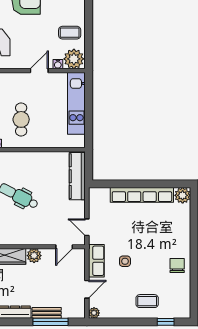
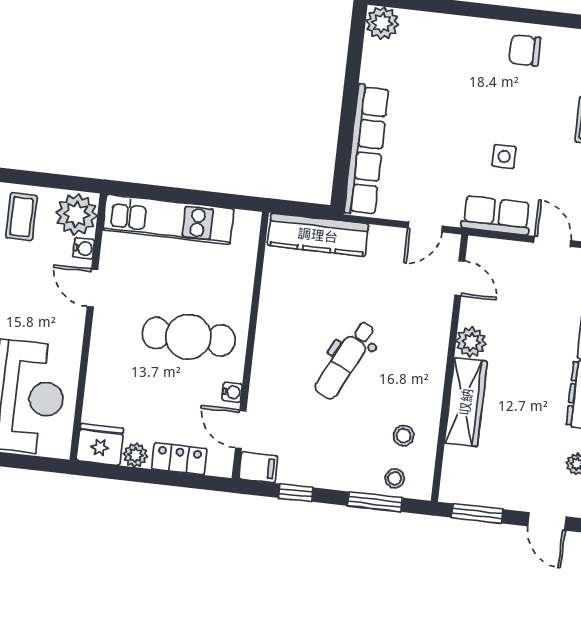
cafe table: (21, 119) -> (188, 337), width x1.37, depth x1.35
row of seats: (142, 195) -> (366, 150), moved

